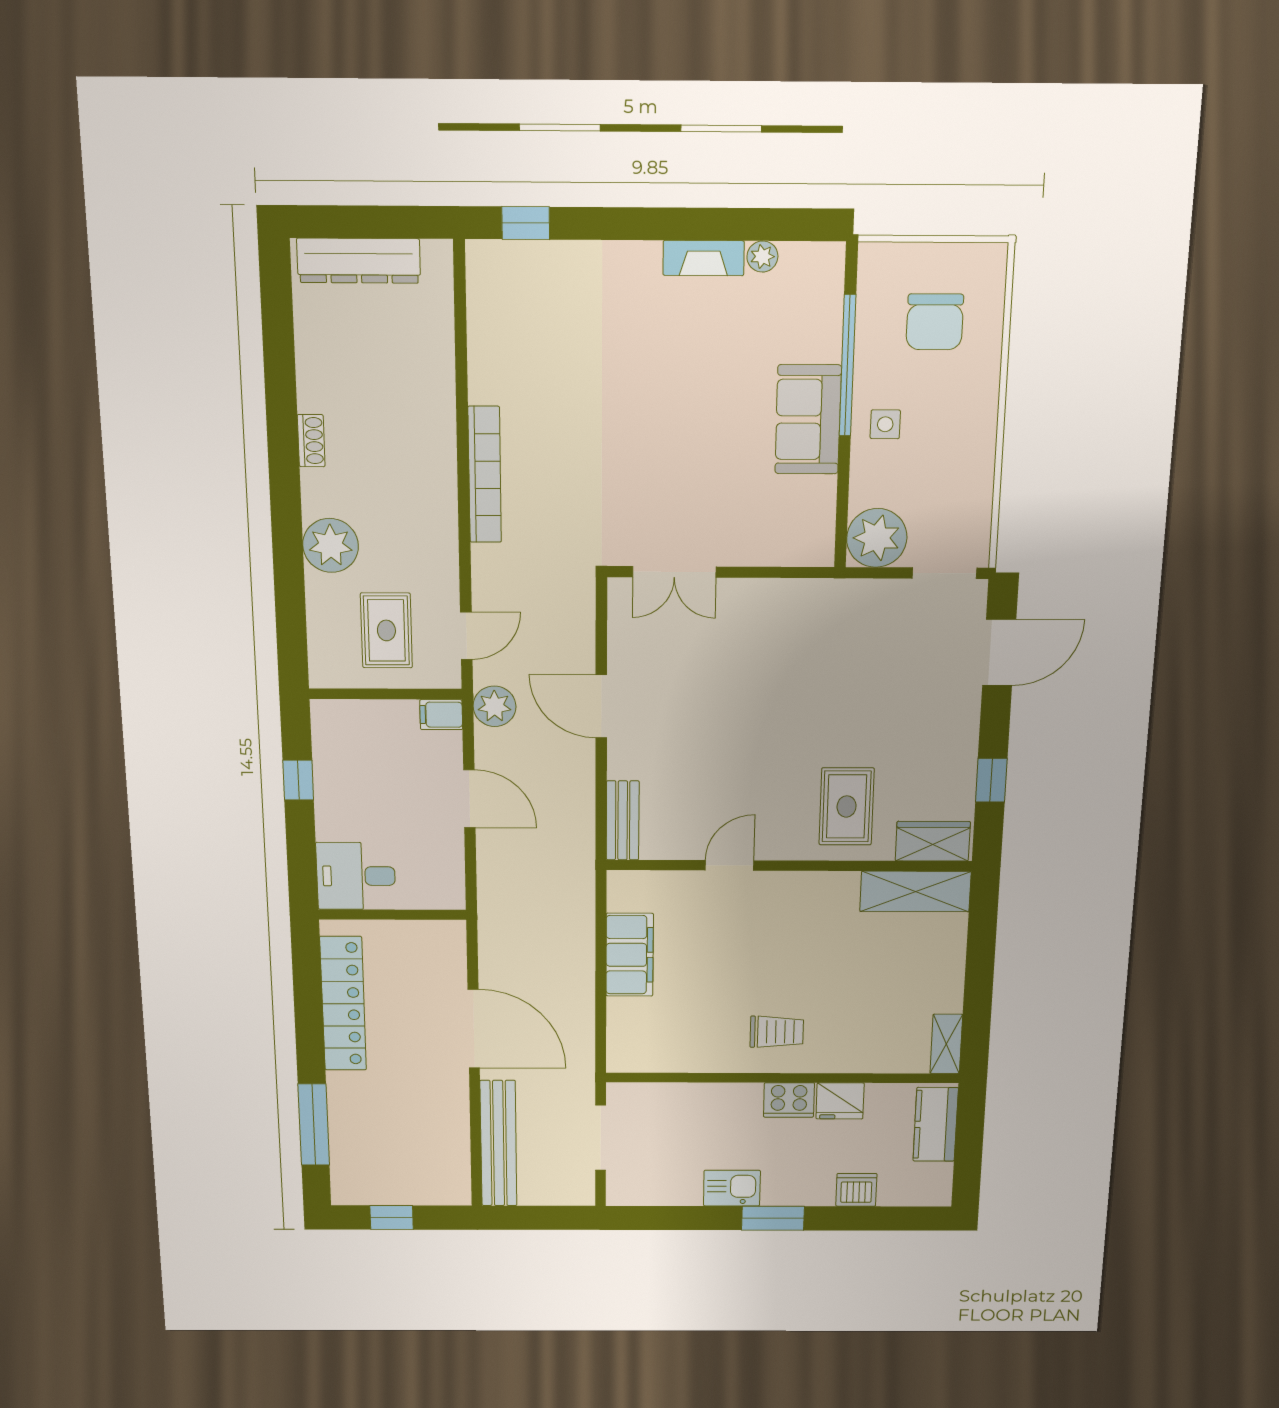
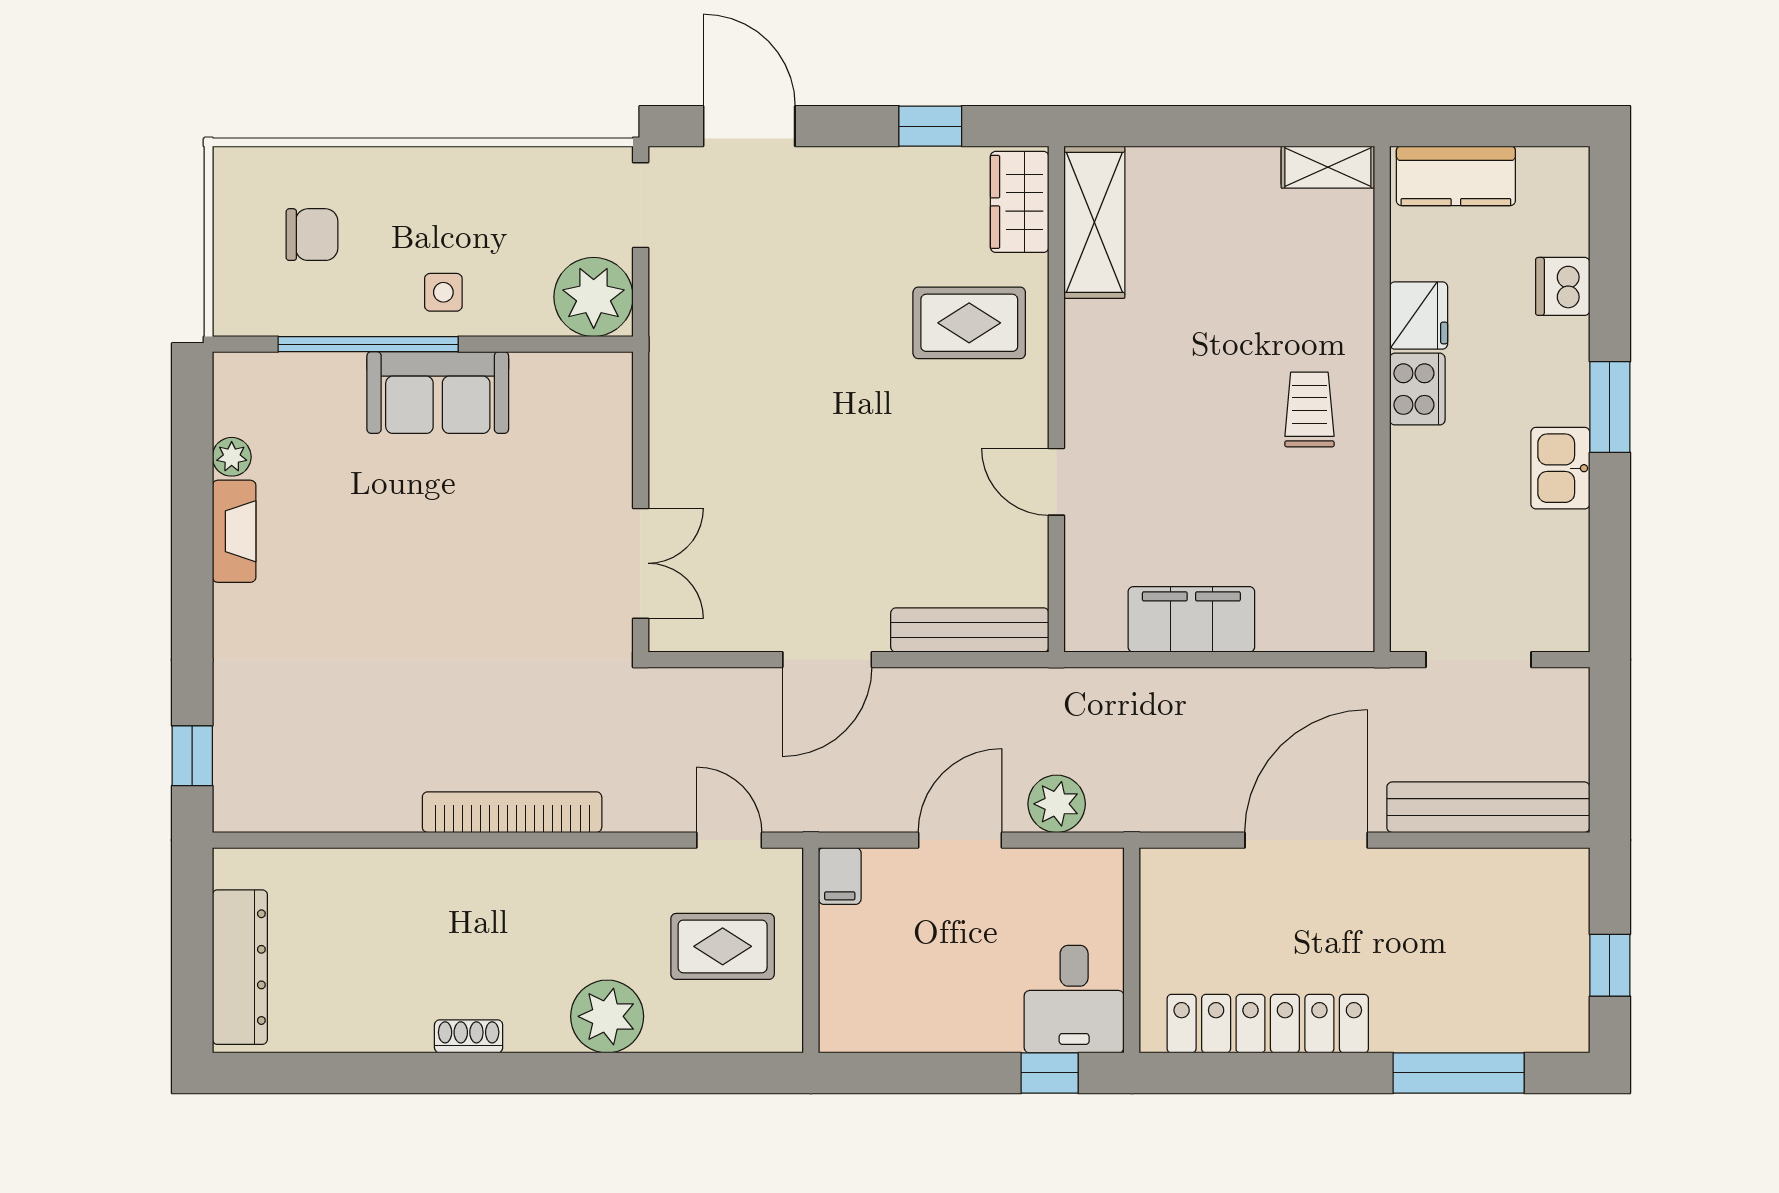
chair: (935, 322) -> (312, 235), width x0.73, depth x0.73
plant: (494, 706) -> (1057, 804), moved
window: (298, 780) -> (1050, 1073), moved
bench: (623, 820) -> (970, 630), width x1.36

